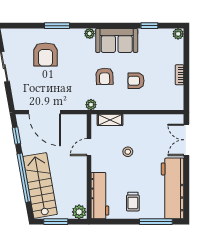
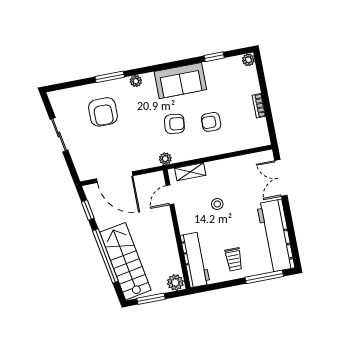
plant: (90, 34) -> (136, 81), moved
armchair: (104, 76) -> (174, 124), turned -81
door: (89, 147) -> (170, 195), moved

